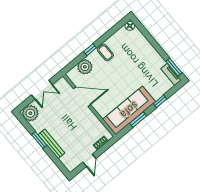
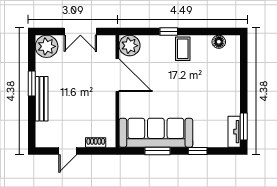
floor lamp: (130, 26) -> (219, 42), moved
plant: (85, 67) -> (130, 46), moved

